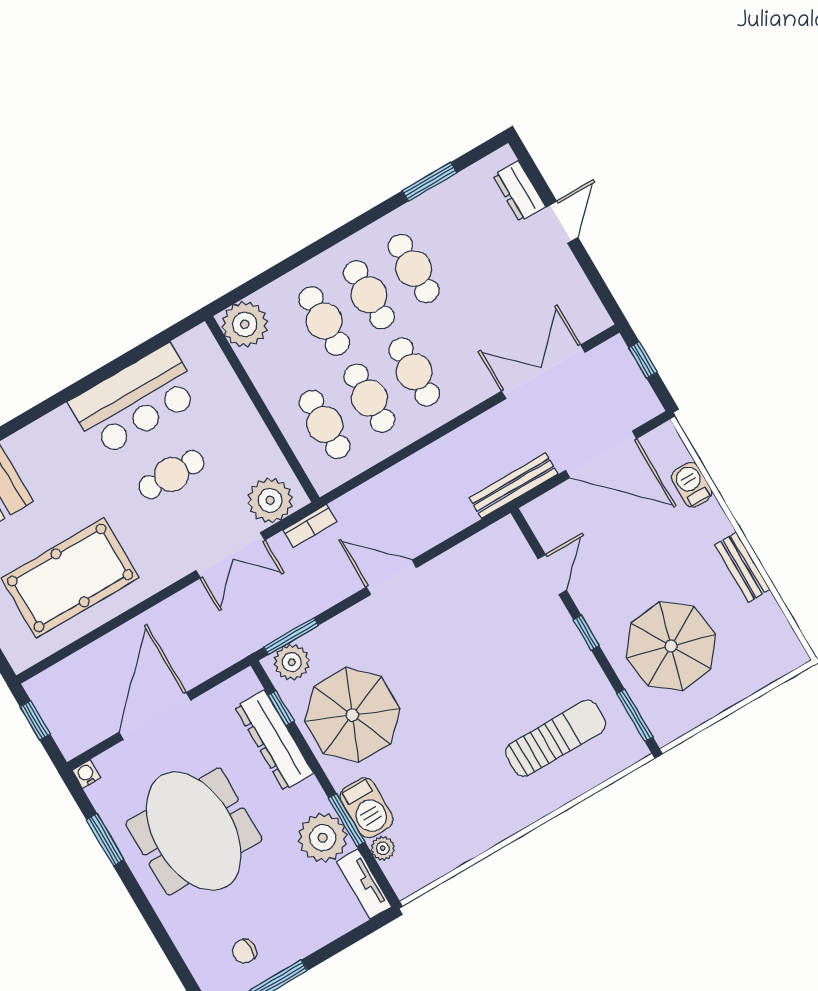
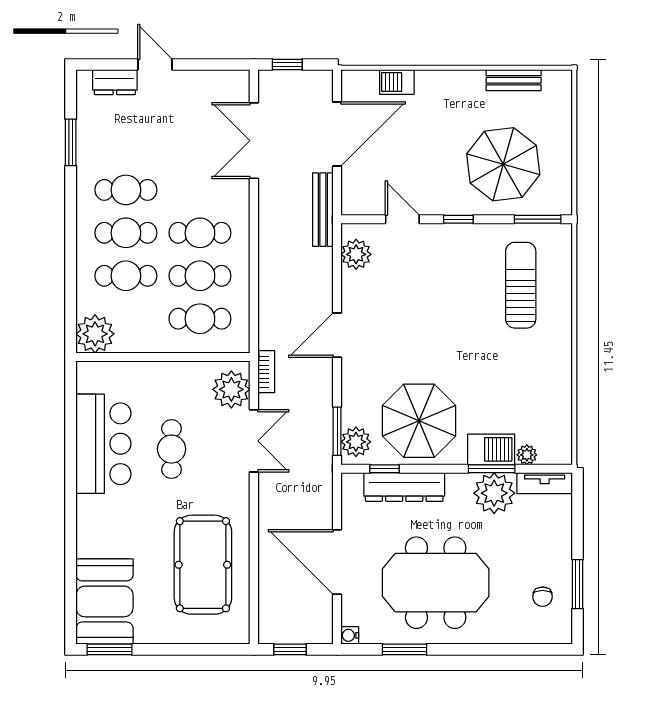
plant: (487, 548) -> (356, 254), added
bench: (742, 567) -> (514, 80), moved

